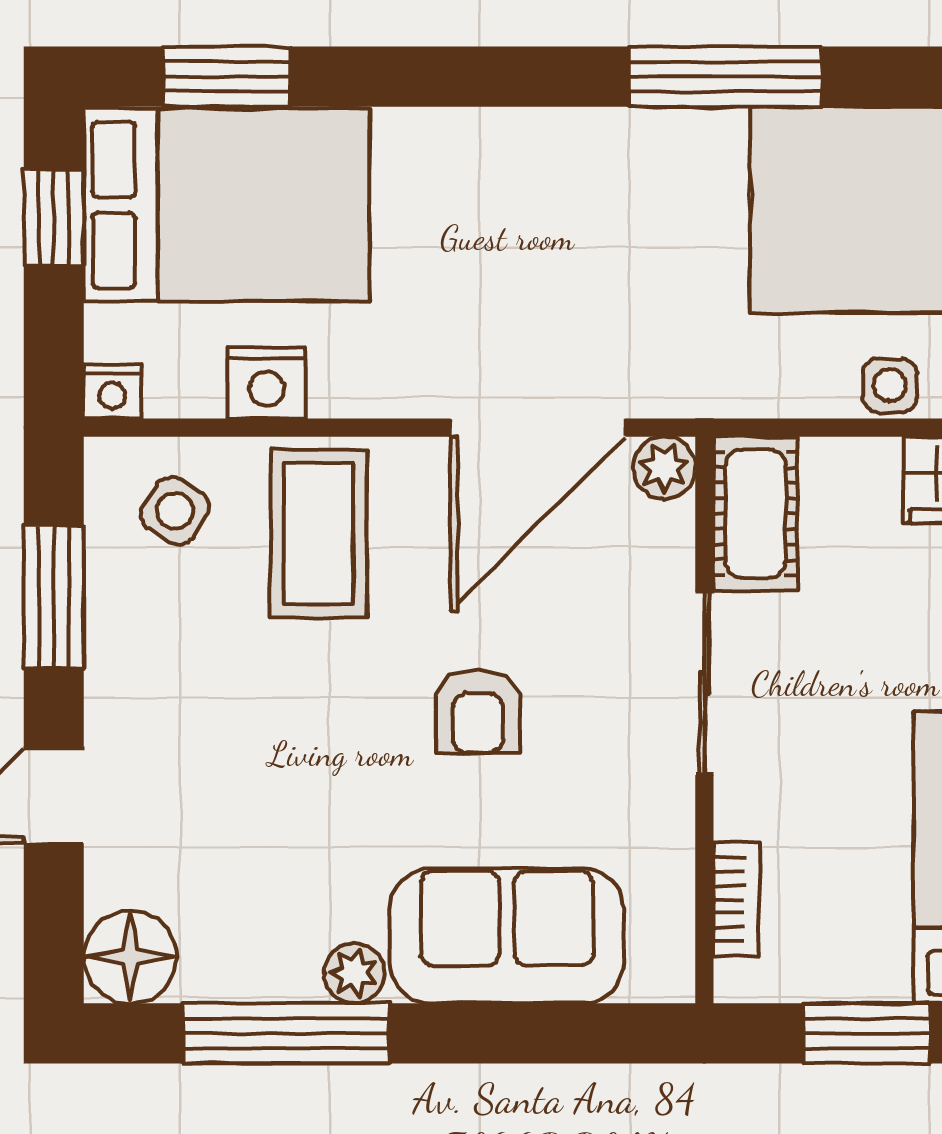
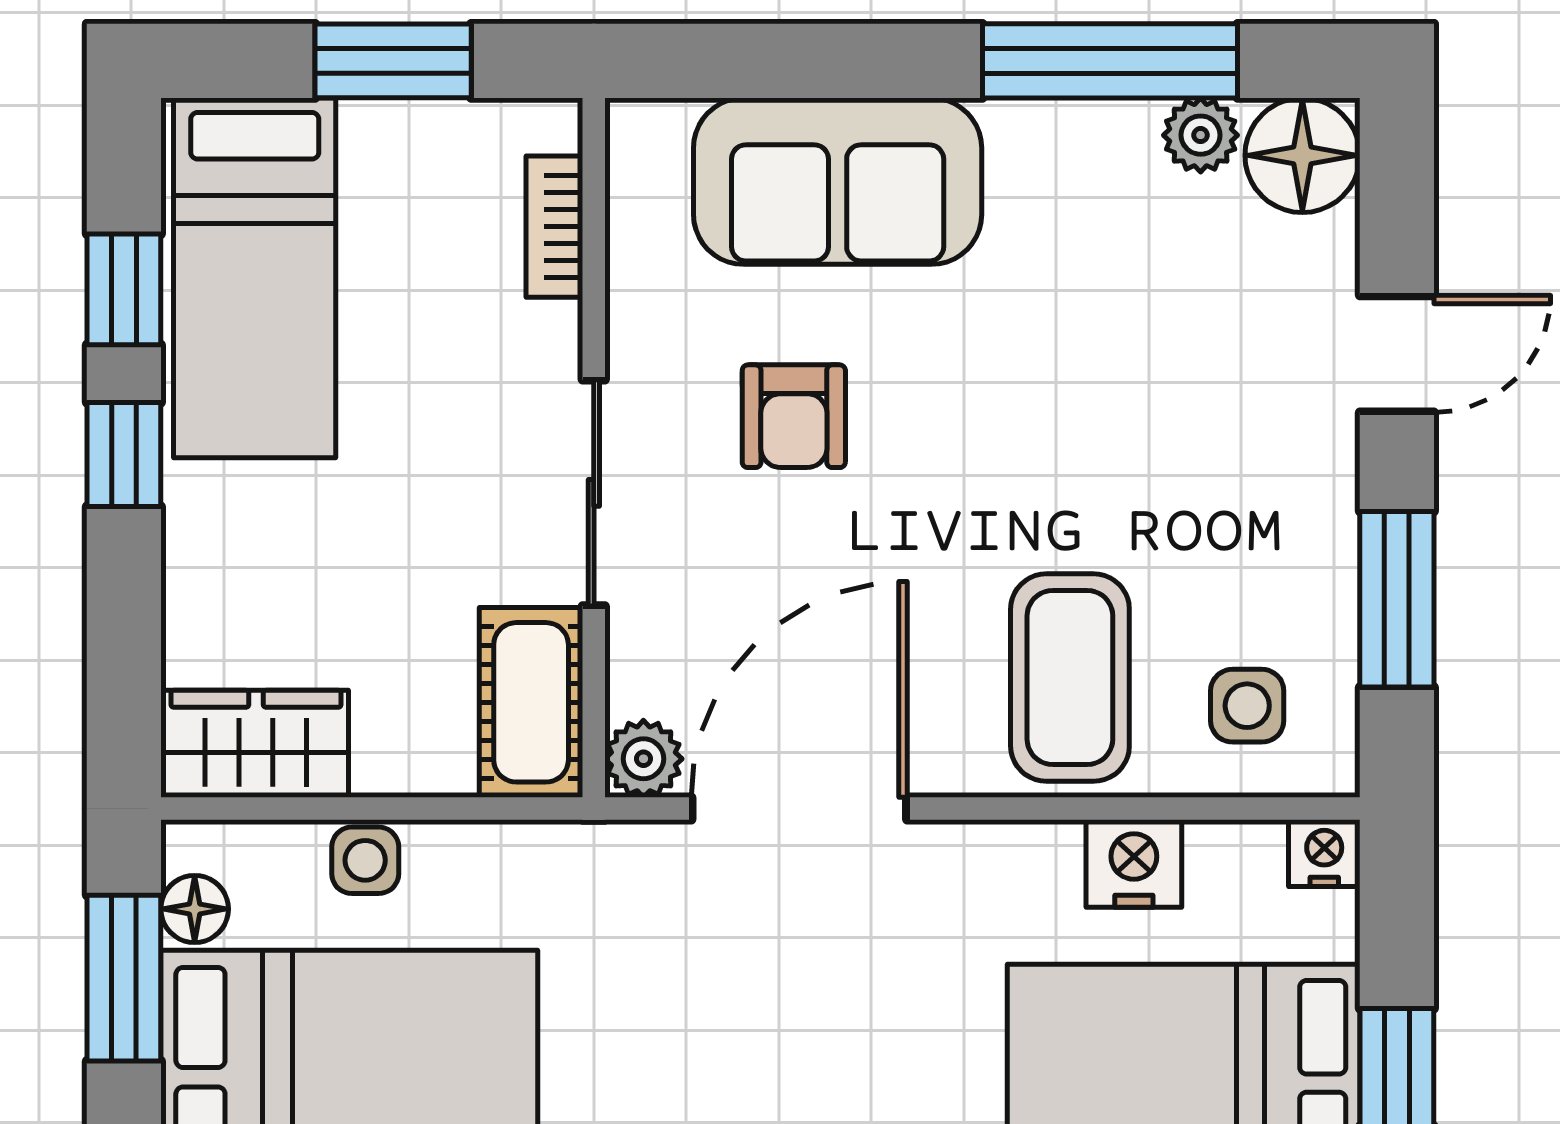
side table: (175, 511) -> (1247, 706), turned -32
armchair: (478, 711) -> (794, 416), moved, turned 180
plant: (354, 973) -> (1201, 135), moved

